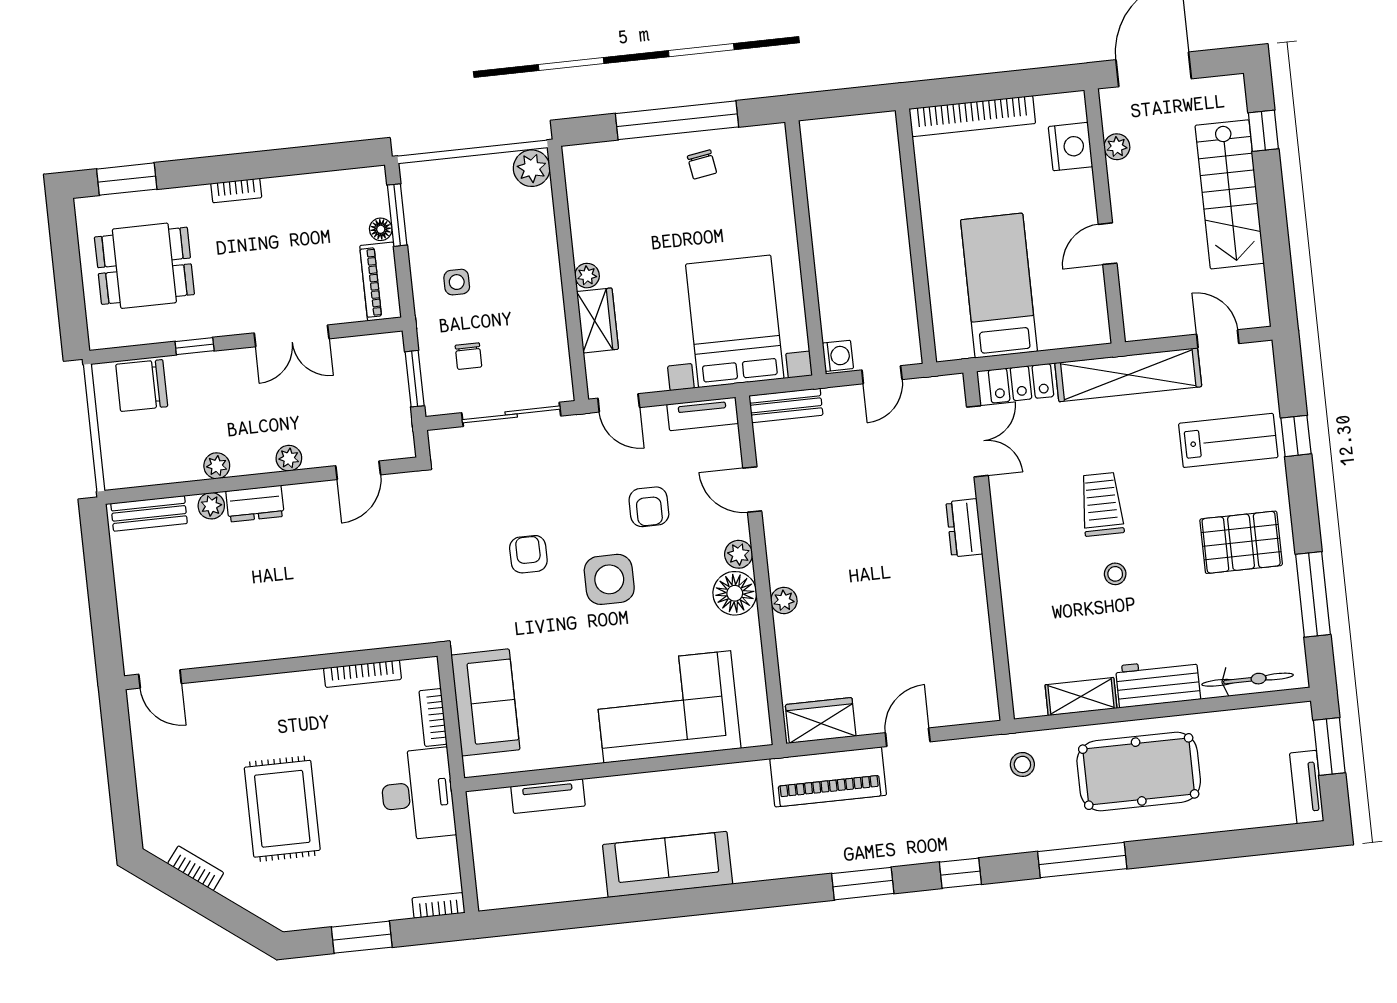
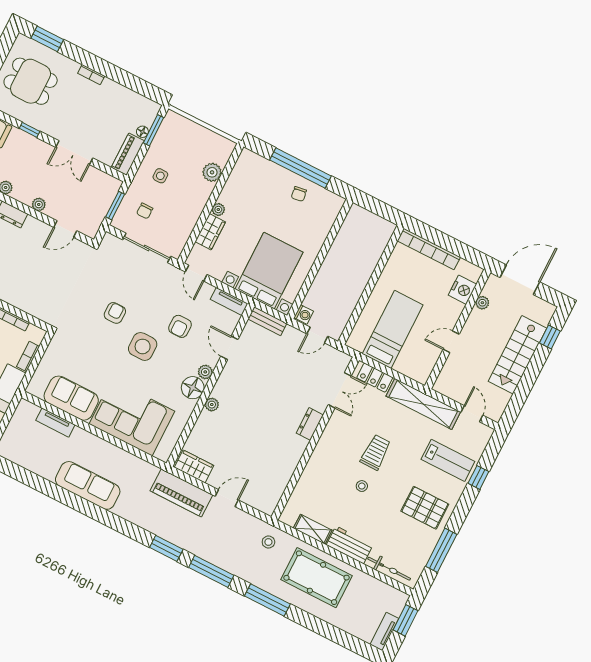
plant: (532, 168) -> (212, 172), moved
sofa: (485, 702) -> (71, 398), moved, turned -90
window: (960, 873) -> (211, 571), width x2.17

